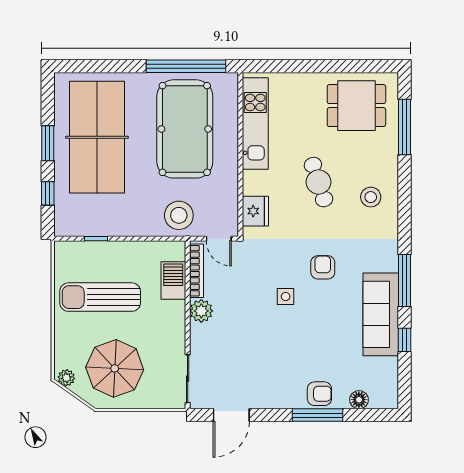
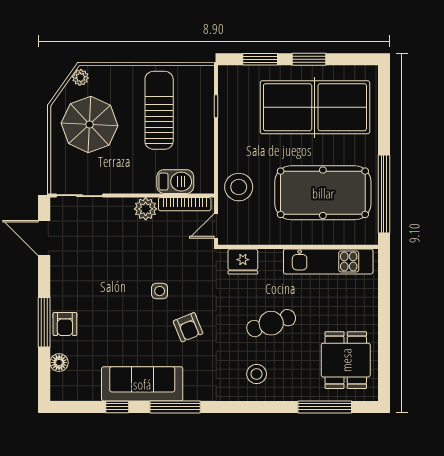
window: (48, 193) -> (260, 59), width x1.50
armchair: (323, 267) -> (188, 327), turned 68

